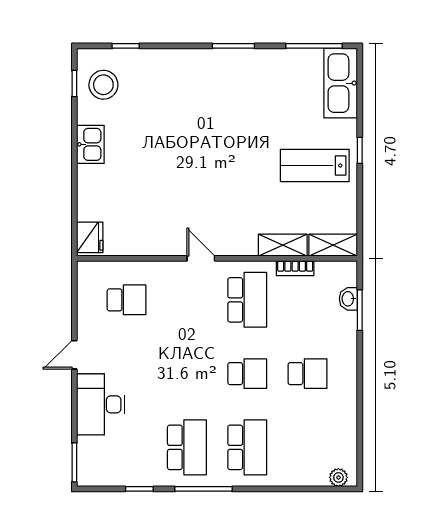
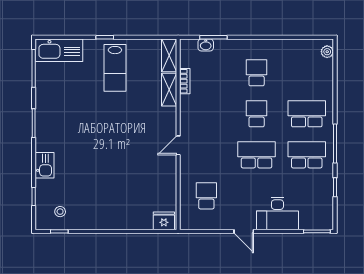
stool: (103, 85) -> (60, 212), width x0.53, depth x0.53
kitchen sink: (90, 144) -> (45, 165), moved, turned 90
school desk: (247, 300) -> (257, 155), moved

